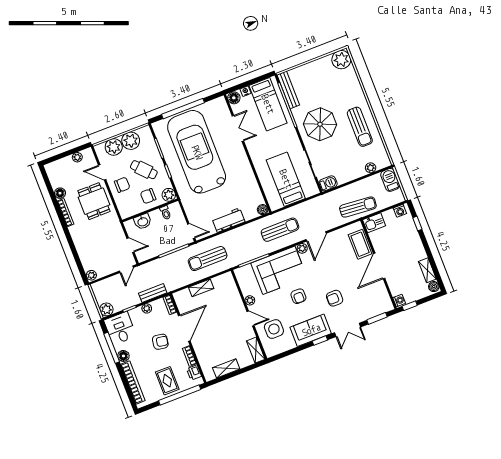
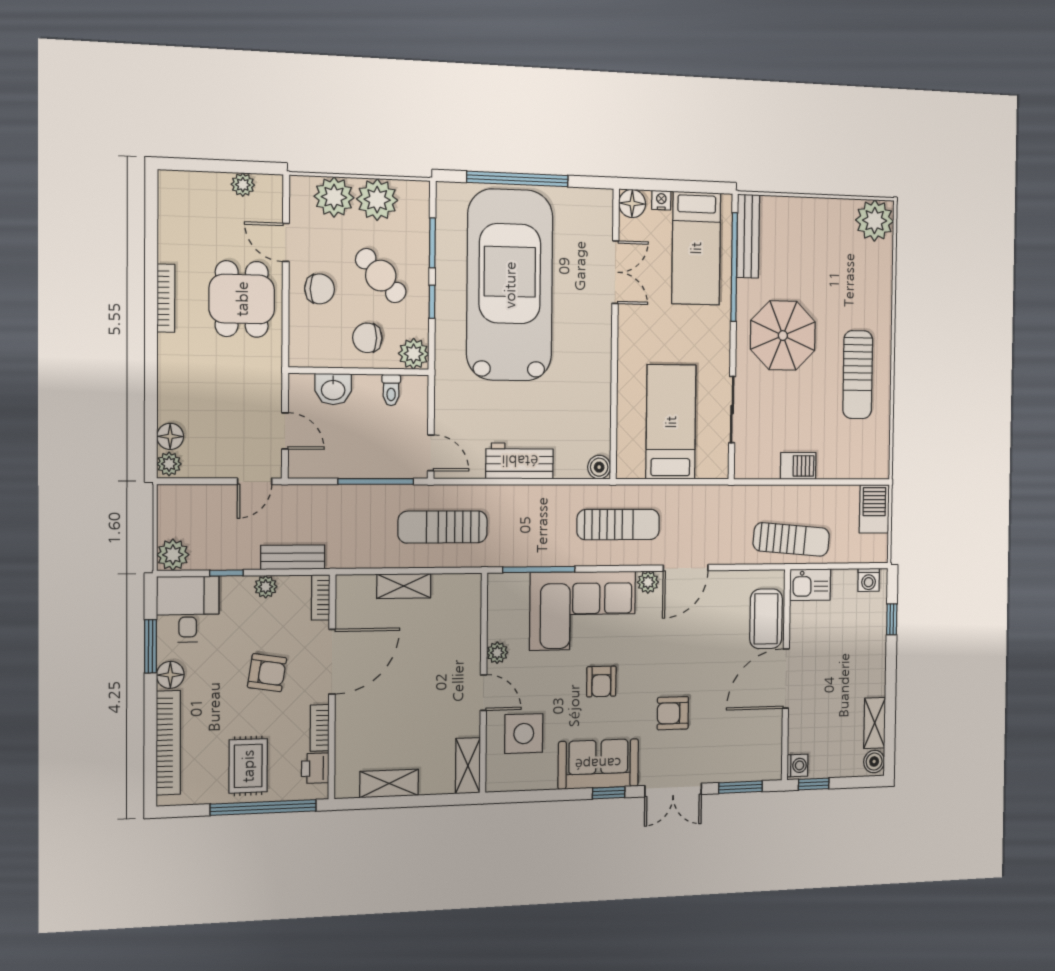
plant: (371, 168) -> (846, 468), removed
barbecue: (328, 183) -> (798, 466), moved
floor lamp: (60, 193) -> (170, 436), moved
window: (112, 348) -> (150, 646), width x0.69

